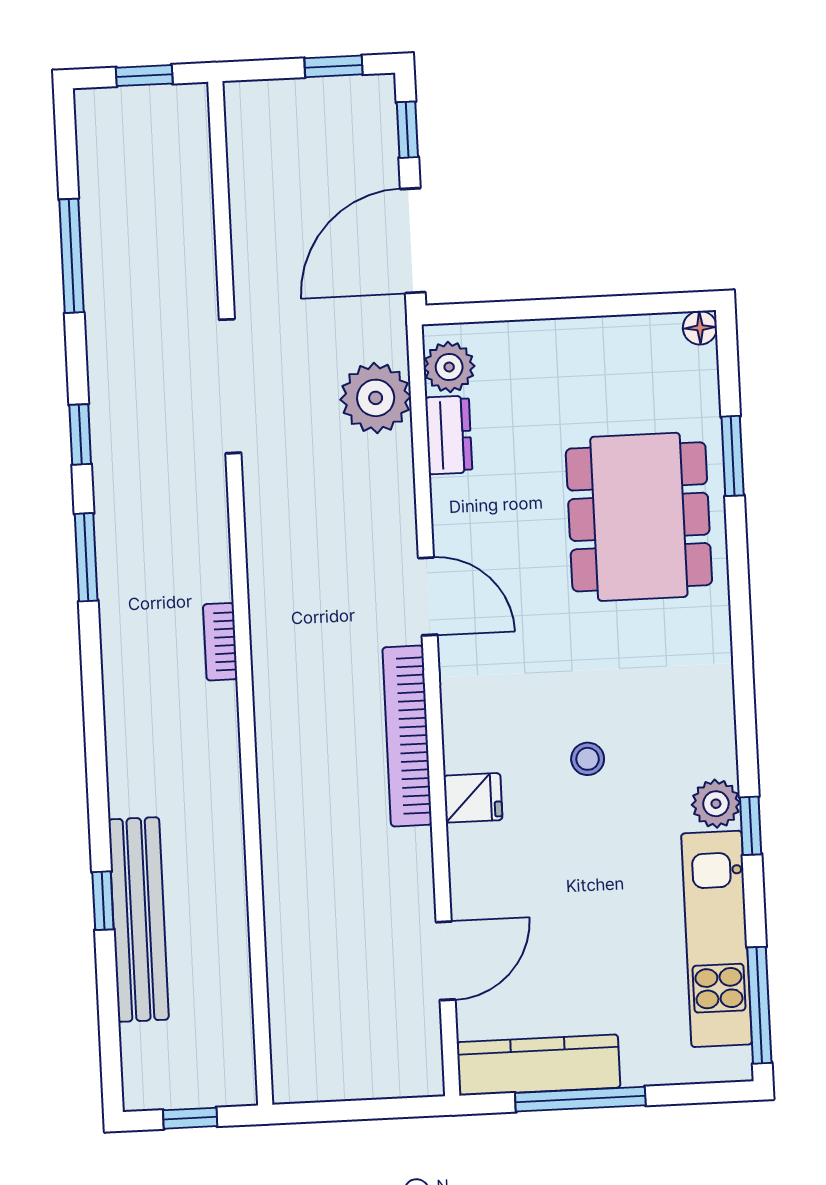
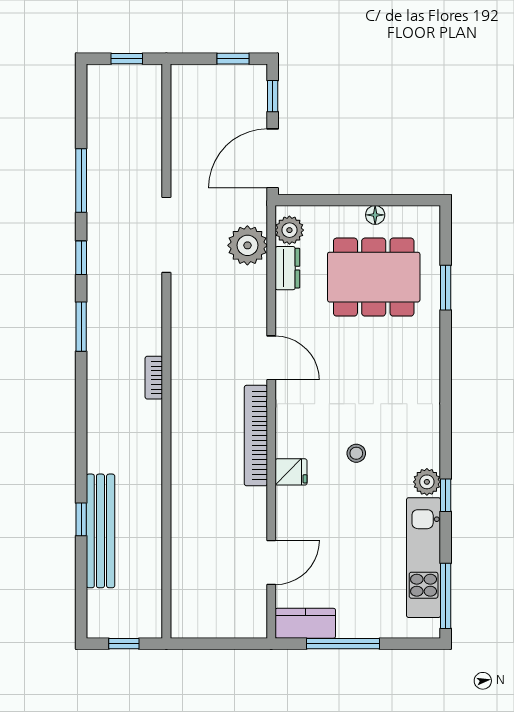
window: (71, 256) -> (81, 181), moved
floor lamp: (700, 328) -> (375, 215), moved
dining table: (639, 517) -> (374, 277), moved, turned 90
kitchen counter: (539, 1065) -> (305, 623), width x0.67

